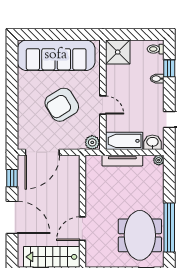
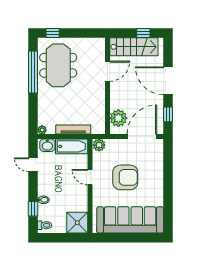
armchair: (62, 105) -> (125, 177), turned 31
plant: (70, 174) -> (118, 118), added

